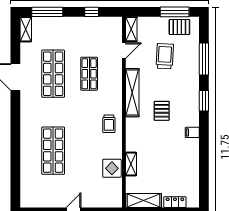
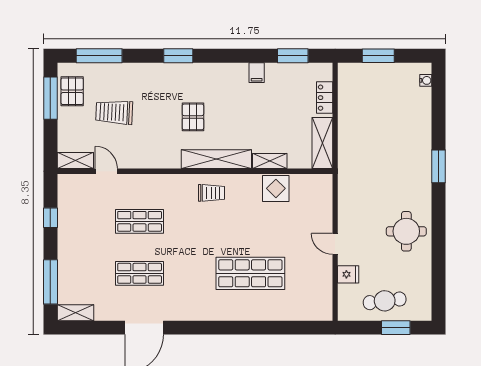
window: (204, 59) -> (99, 56), moved
shop shelf: (53, 74) -> (140, 273), width x0.70, depth x0.74
shelving: (132, 93) -> (216, 159), moved
pallet: (162, 111) -> (193, 117), turned 90
filing cabinet: (192, 132) -> (257, 73), moved
window: (204, 180) -> (293, 56), added

